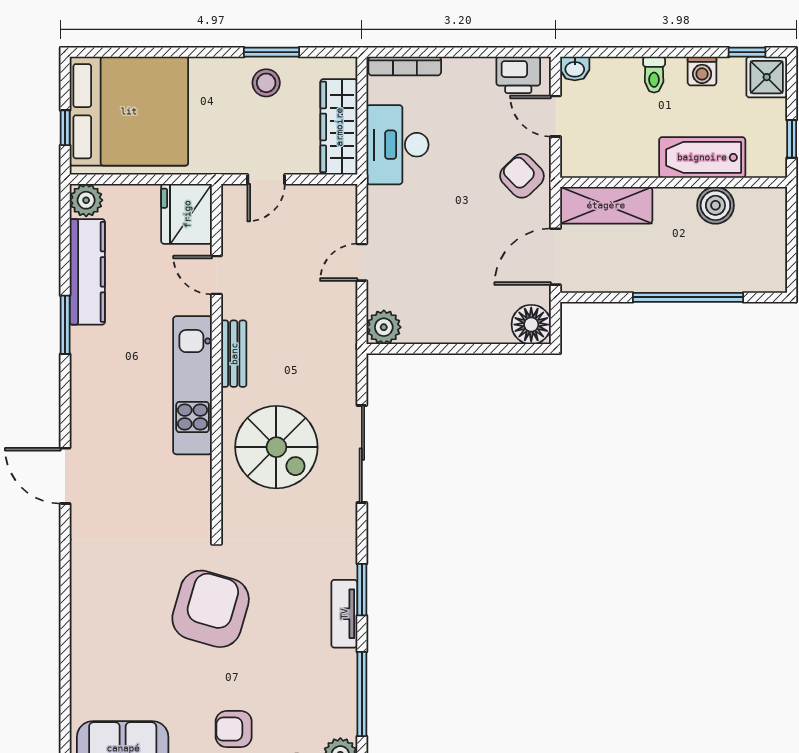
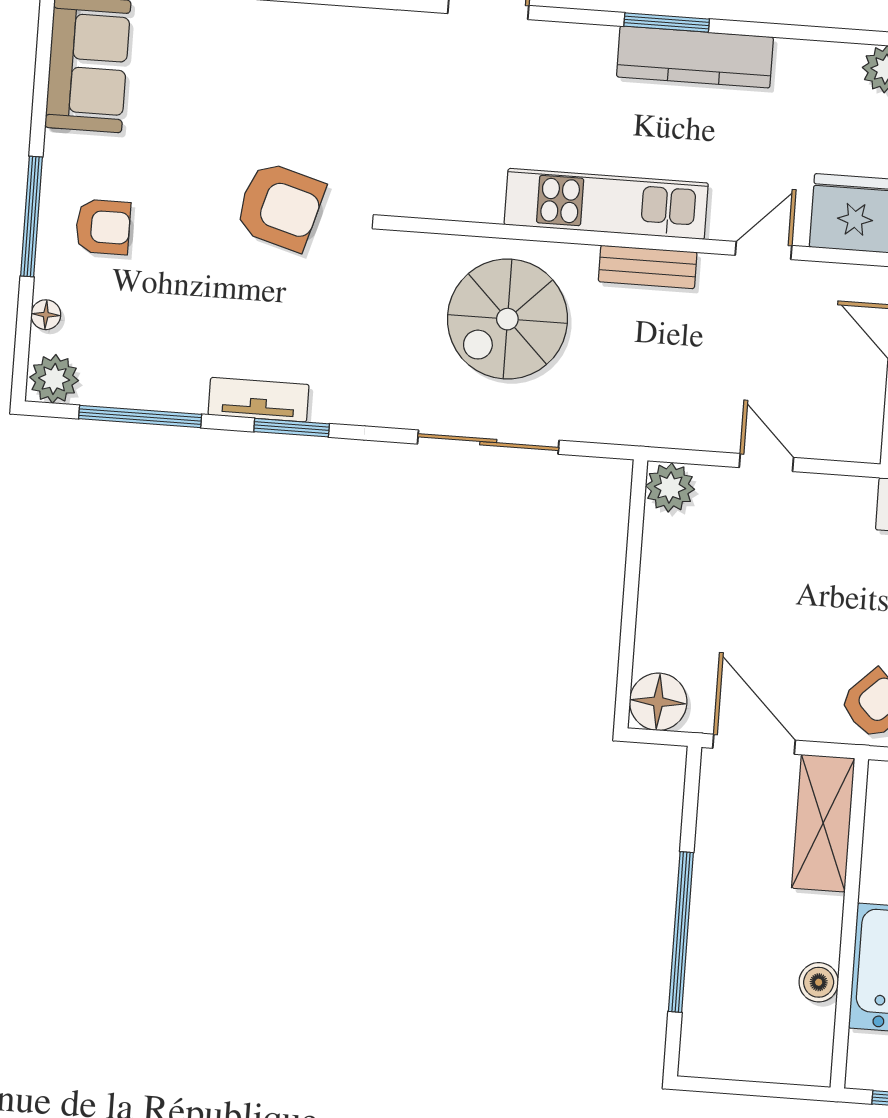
boiler: (715, 205) -> (819, 982), width x0.73, depth x0.73
kitchen counter: (87, 272) -> (695, 57), moved
window: (65, 325) -> (667, 23), moved
armchair: (211, 609) -> (280, 206), width x0.73, depth x0.73
armchair: (234, 729) -> (103, 227), turned 90

